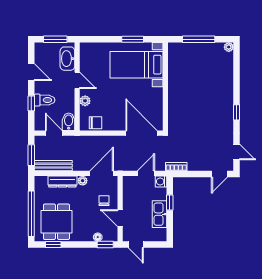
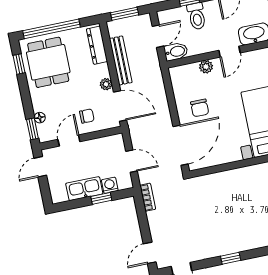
chair: (96, 123) -> (200, 108), moved
bench: (53, 166) -> (121, 60), moved
door: (219, 174) -> (150, 253), hinge flipped
dresser: (62, 181) -> (97, 45), moved
washing machine: (161, 181) -> (110, 185), moved
dining table: (56, 222) -> (48, 62), turned 90

